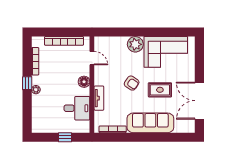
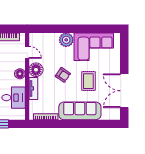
floor lamp: (102, 77) -> (36, 70), added
rug: (160, 90) -> (88, 81), turned 90

